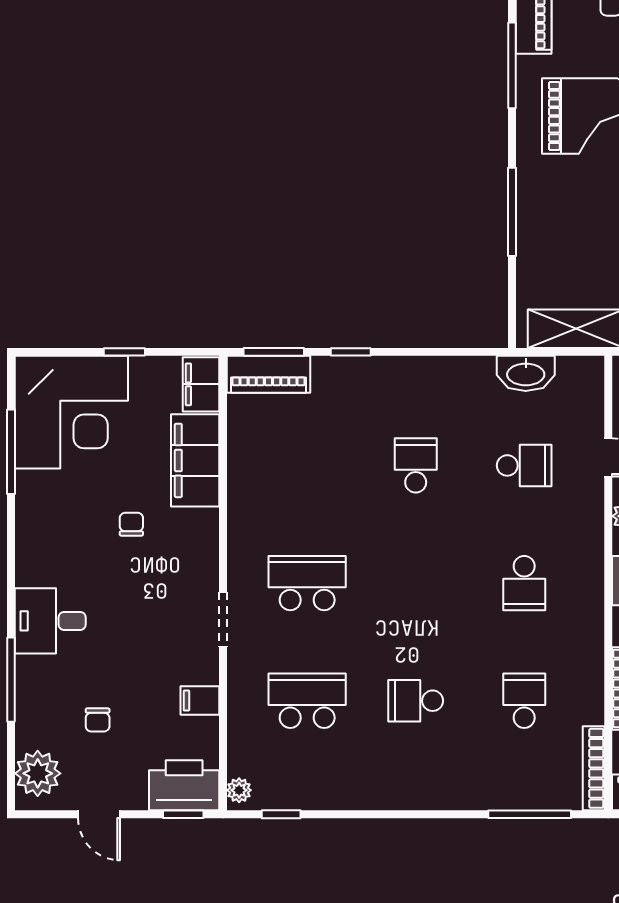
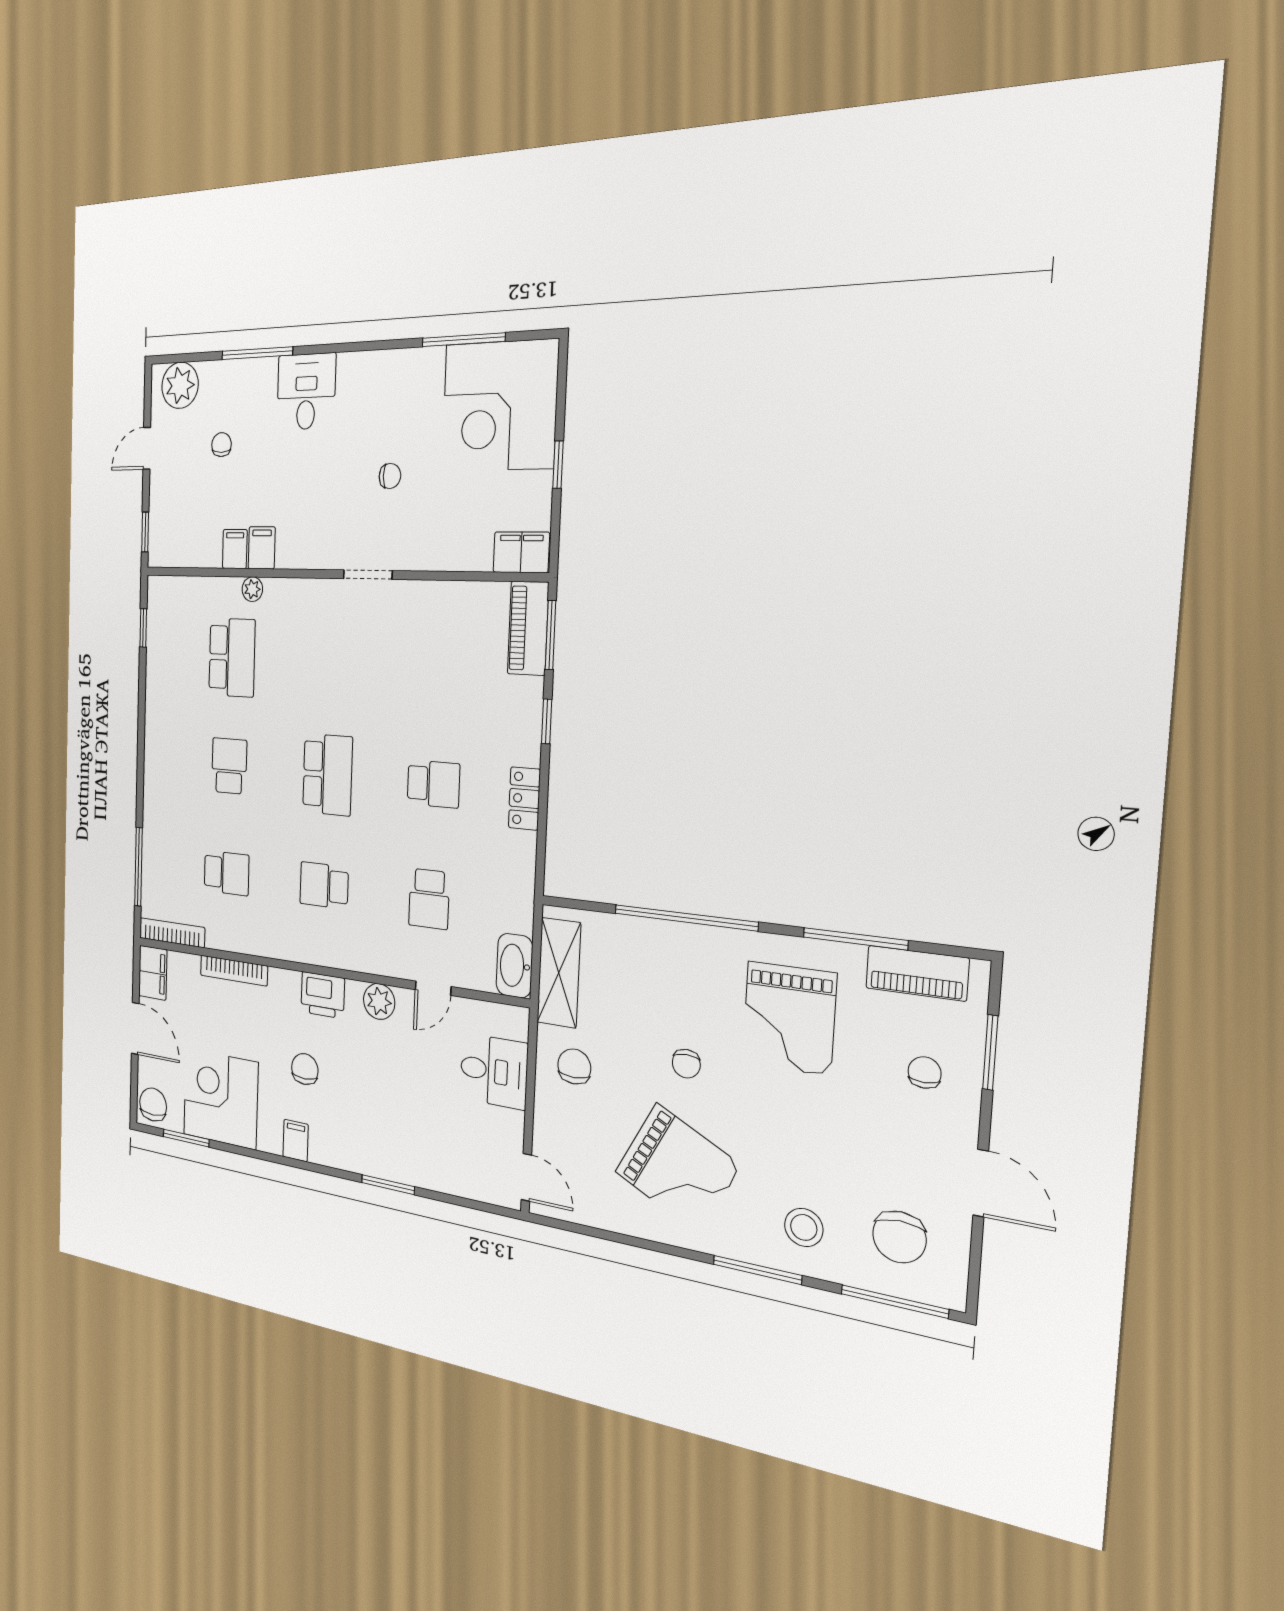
window: (512, 212) -> (685, 918), width x1.46
locker: (422, 371) -> (524, 798), added
washbasin: (526, 373) -> (514, 966), moved
filing cabinet: (195, 460) -> (262, 548), moved, width x0.33, depth x0.86
school desk: (307, 583) -> (327, 775), moved
doorway: (223, 620) -> (368, 575), moved
chair: (98, 720) -> (221, 445), turned 90
printer: (184, 785) -> (167, 533), removed
plant: (239, 790) -> (252, 589), moved

